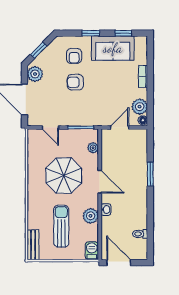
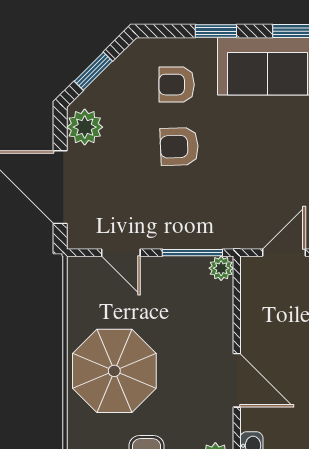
armchair: (74, 56) -> (177, 85), turned 90
plant: (93, 148) -> (221, 268), moved
parasol: (64, 176) -> (114, 371), moved

